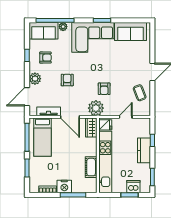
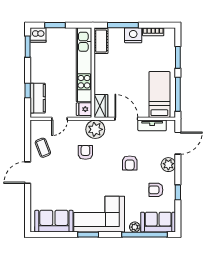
kitchen counter: (144, 150) -> (38, 98), moved
cot: (91, 167) -> (101, 41), moved
dishwasher: (133, 187) -> (38, 35), moved

